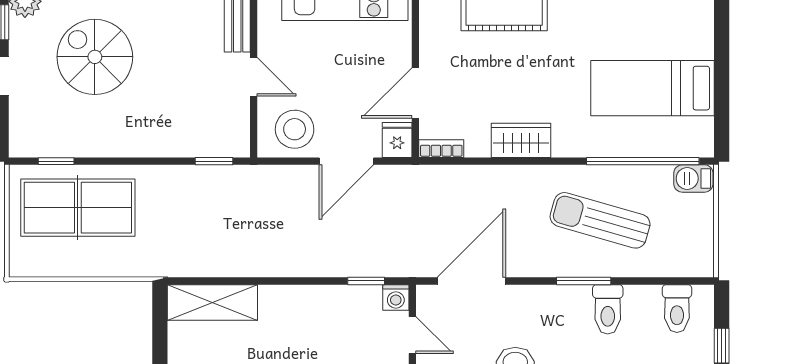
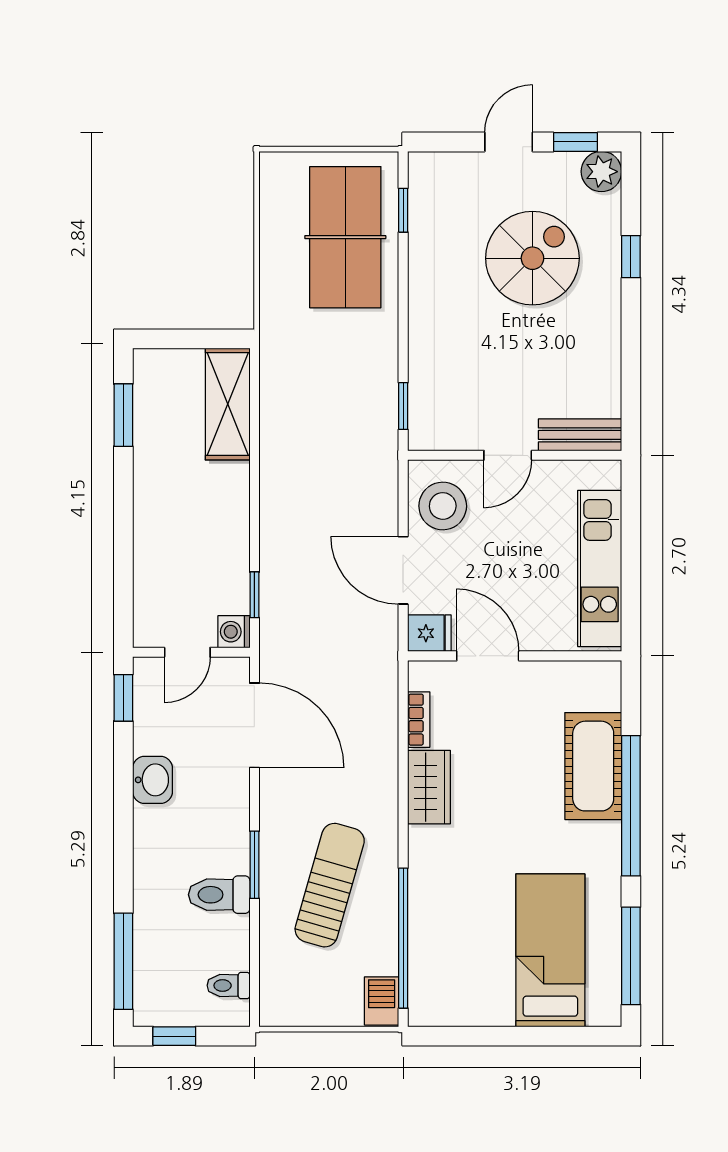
bed: (653, 88) -> (550, 950), moved
bookcase: (441, 149) -> (419, 720), moved
toilet: (677, 309) -> (229, 985), width x0.73, depth x0.72

